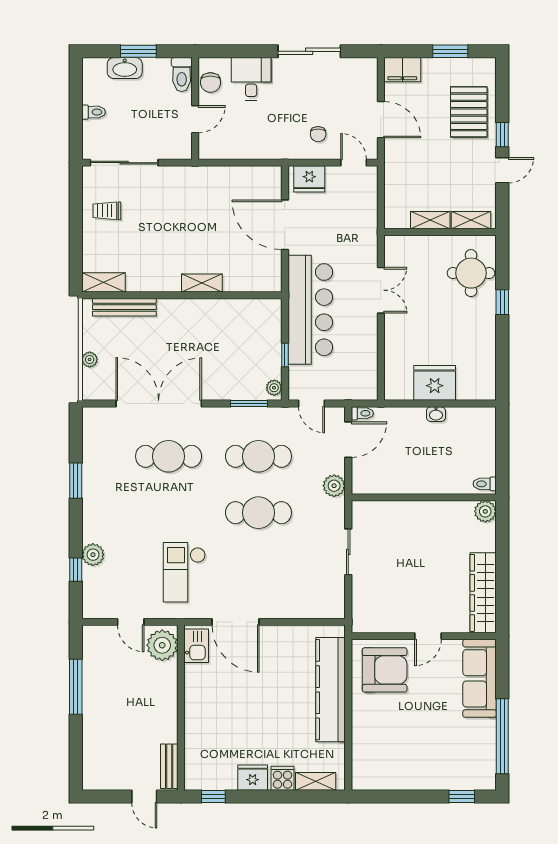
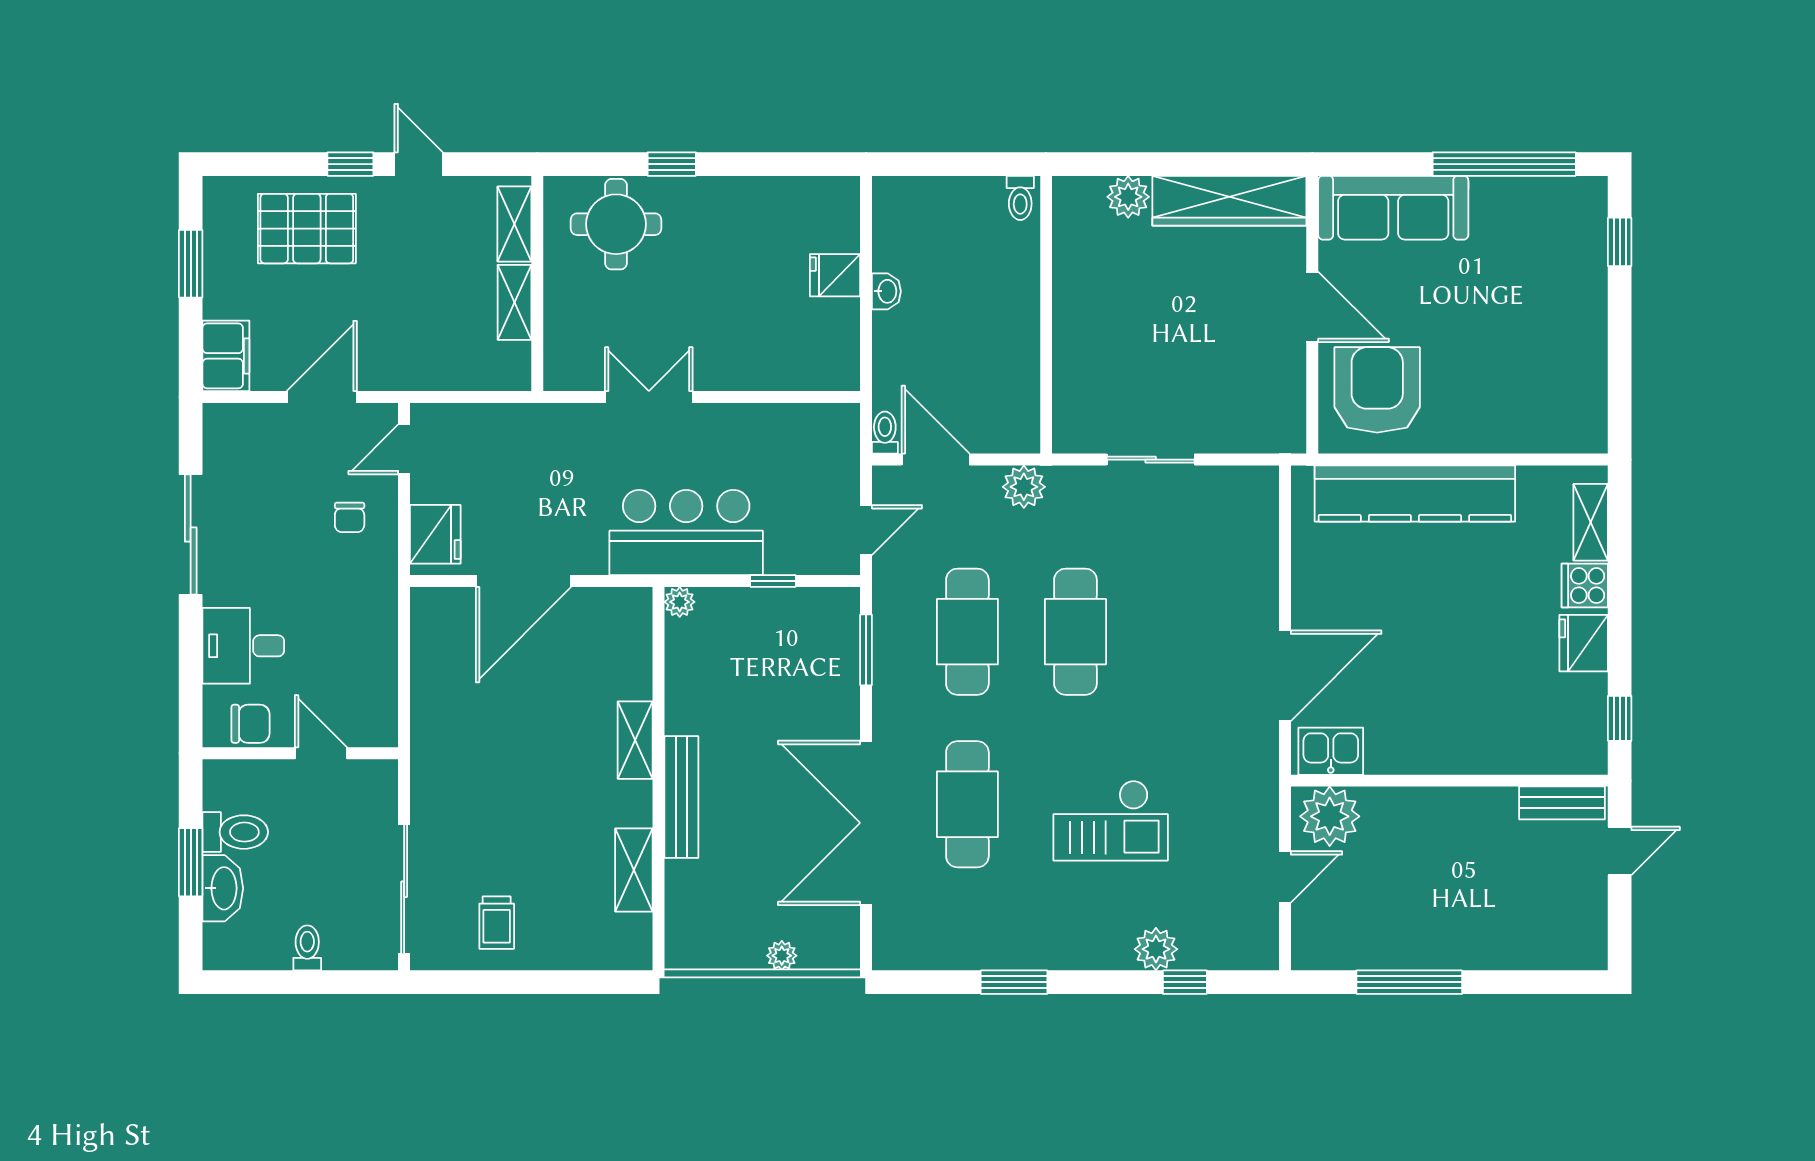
toilet: (182, 75) -> (235, 832), moved
chair: (318, 134) -> (350, 517), turned 90
shelving: (104, 282) -> (634, 870), moved
bench: (124, 307) -> (681, 797), moved
bar counter: (310, 310) -> (686, 532), width x0.73
fridge: (435, 383) -> (835, 275), width x0.53, depth x0.75
plant: (274, 388) -> (680, 602), moved
plant: (485, 511) -> (1128, 197), moved
checkout: (184, 572) -> (1111, 821), moved
door: (428, 636) -> (1312, 307), width x1.38

